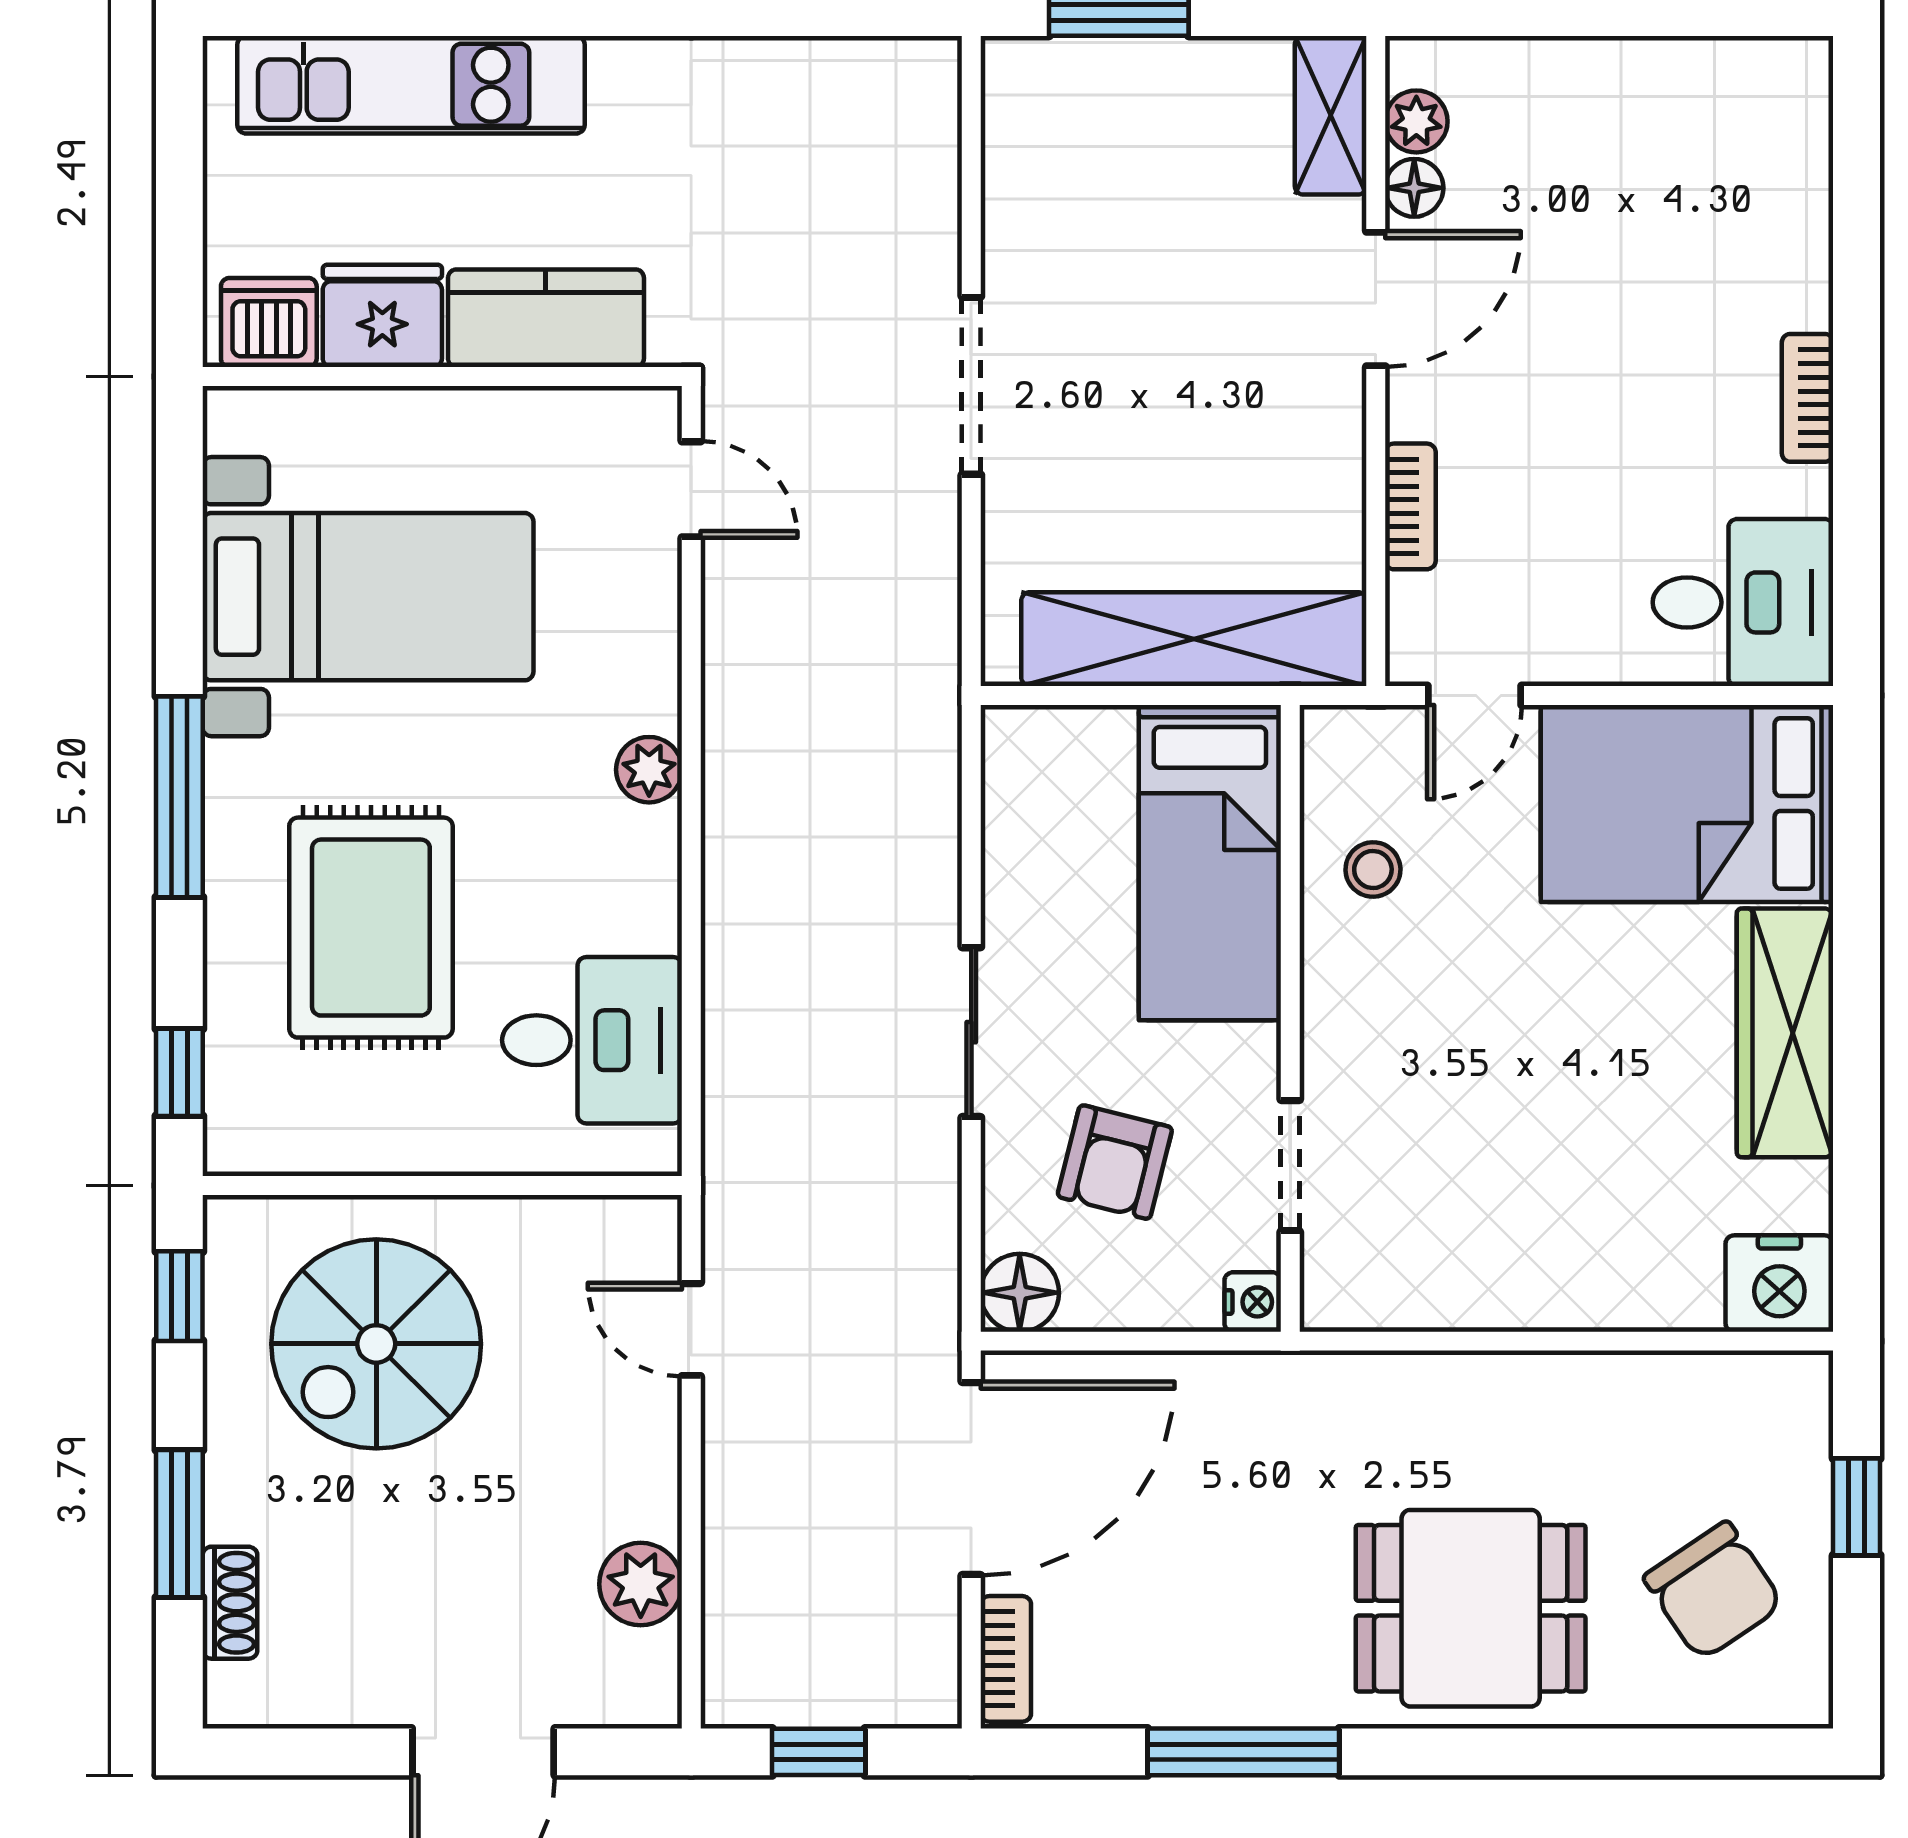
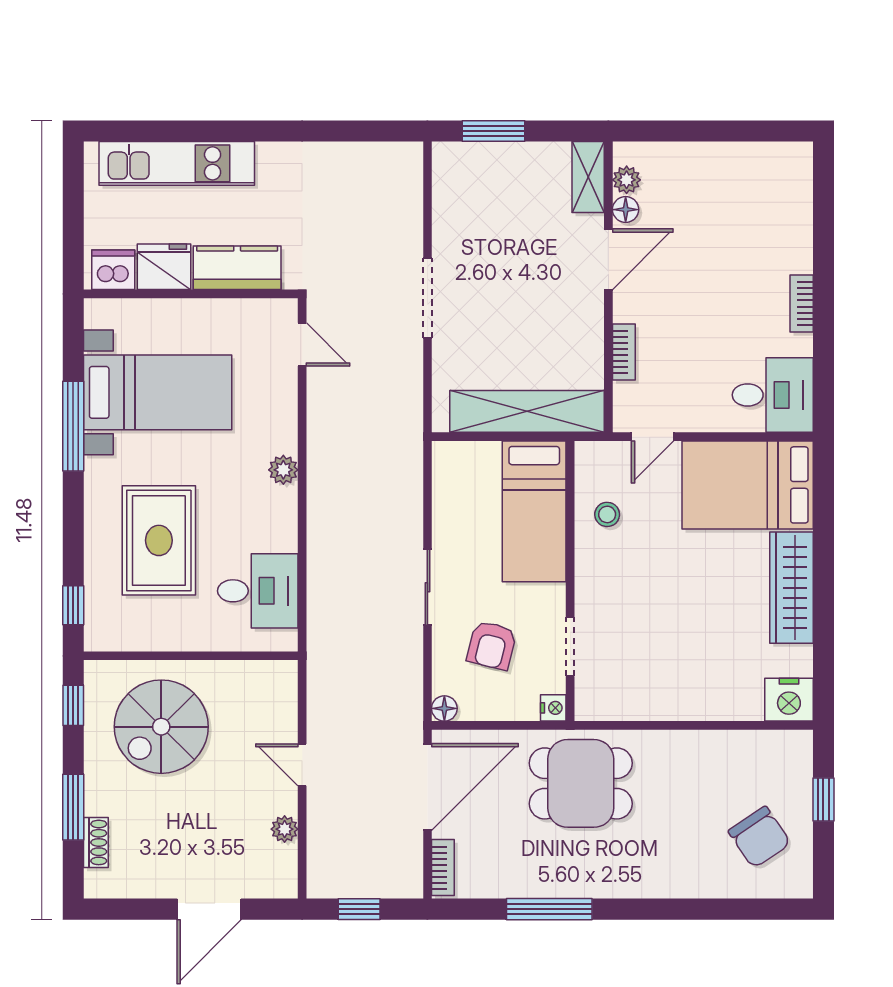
window: (179, 797) -> (73, 426), moved
floor lamp: (1020, 1293) -> (444, 708), width x0.73, depth x0.73
door: (691, 1330) -> (302, 765), moved
plant: (641, 1584) -> (285, 829), width x0.73, depth x0.73
dining table: (1471, 1608) -> (581, 783), moved

